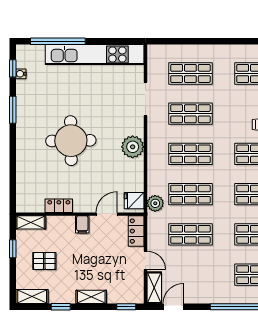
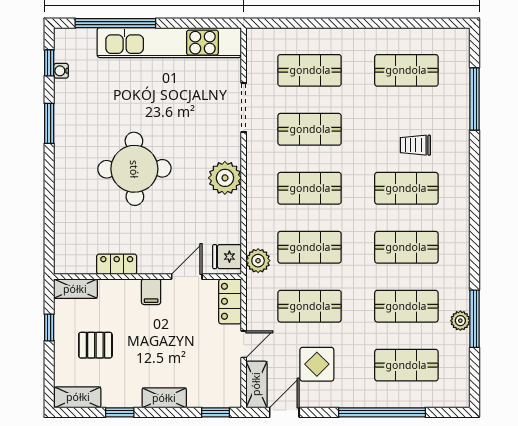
door: (145, 260) -> (244, 344), hinge flipped
display table: (195, 274) -> (317, 364), added

